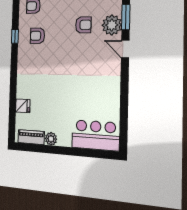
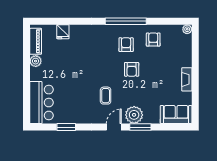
armchair: (83, 25) -> (132, 69), moved
window: (15, 36) -> (126, 21), width x3.17
coffee table: (90, 59) -> (106, 96), added
window: (124, 107) -> (66, 127), added

